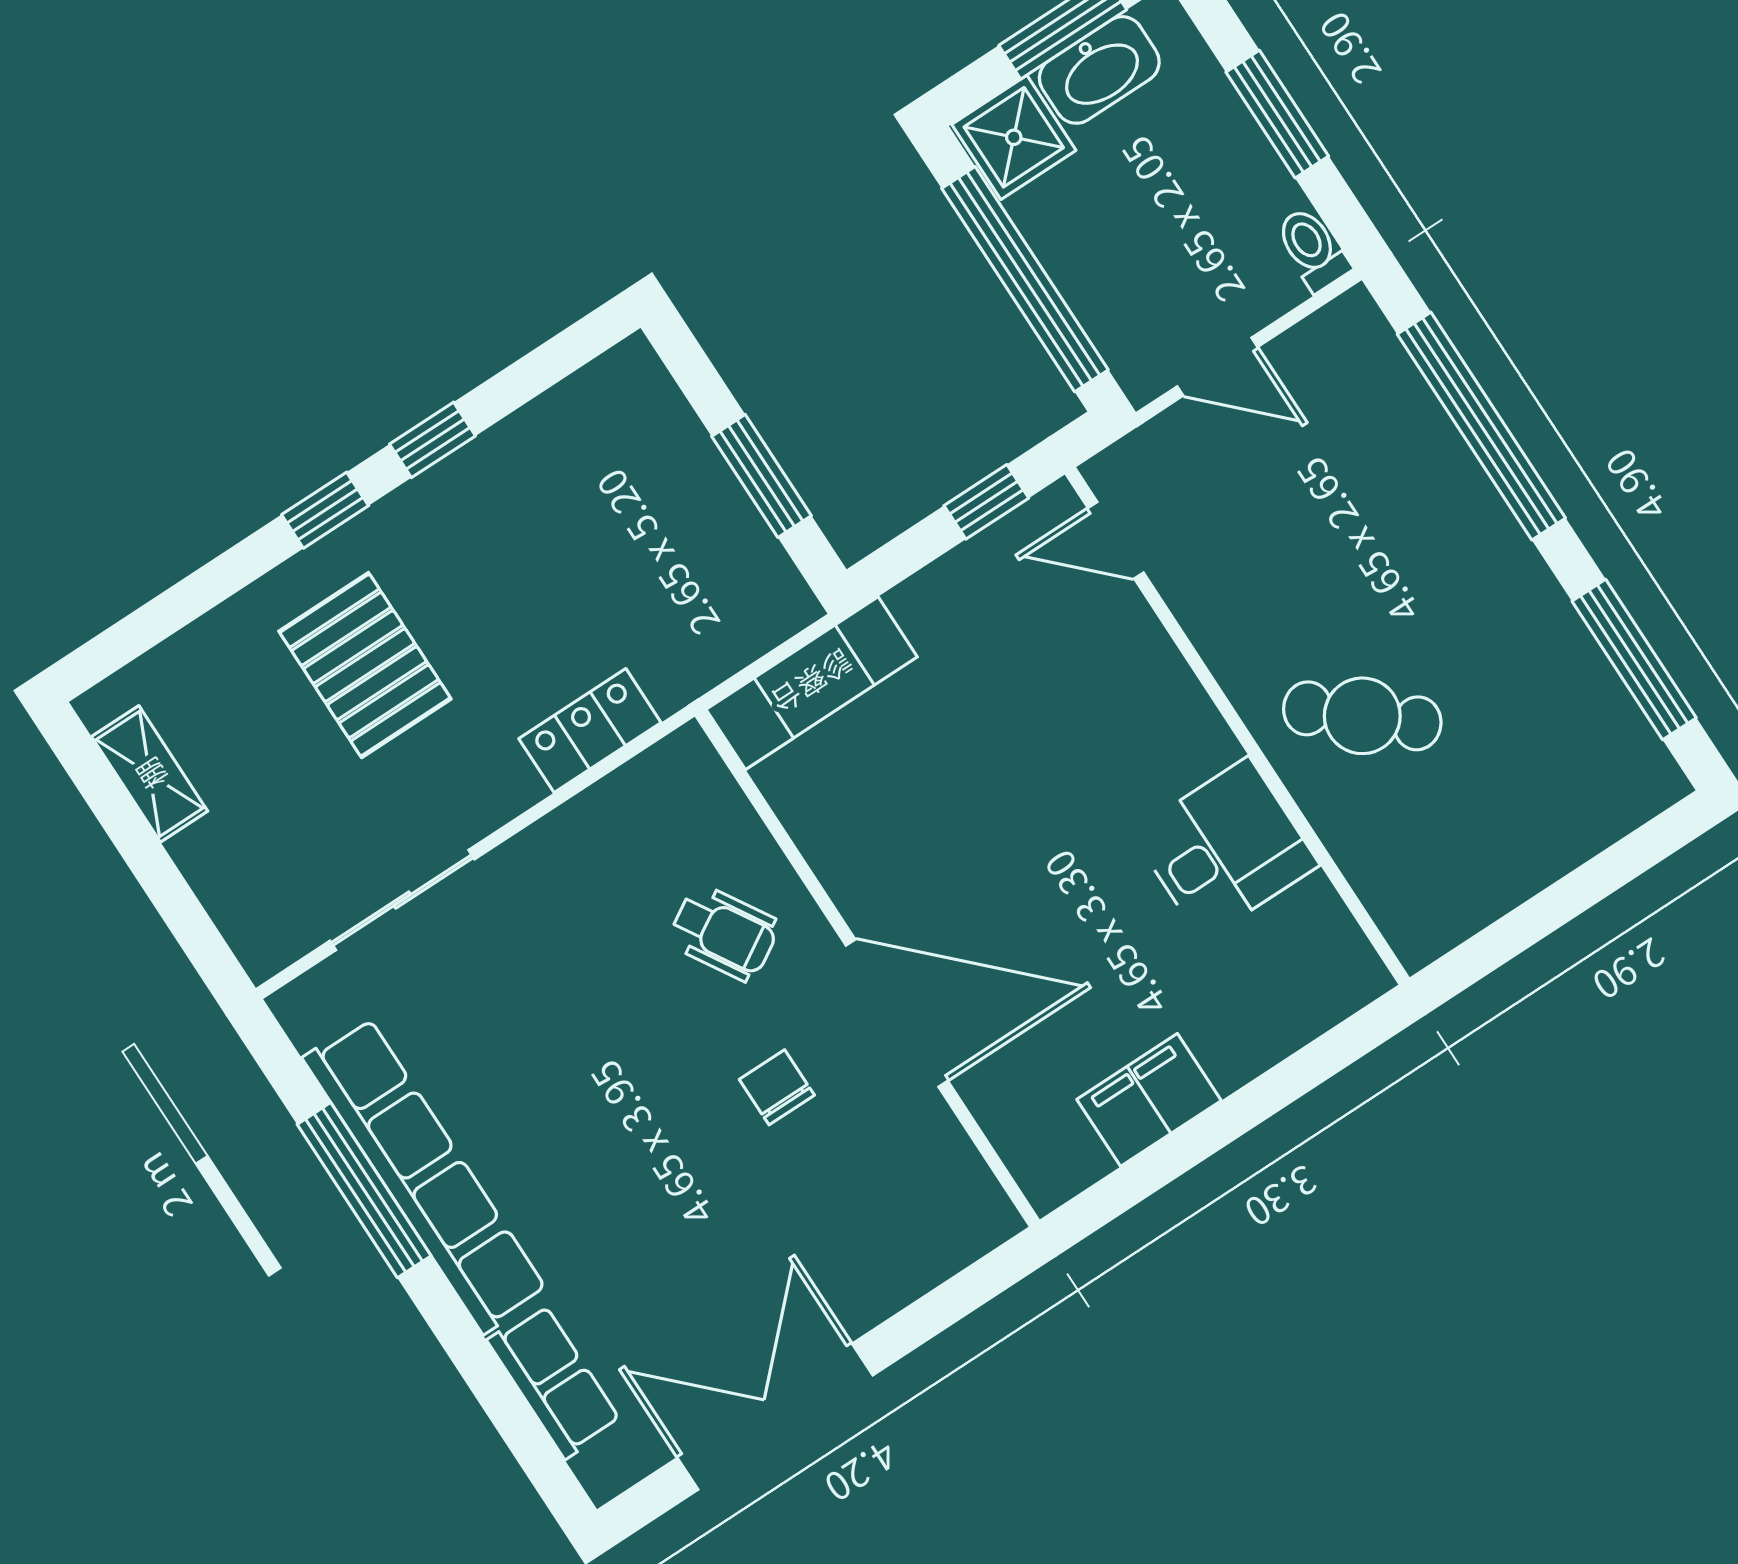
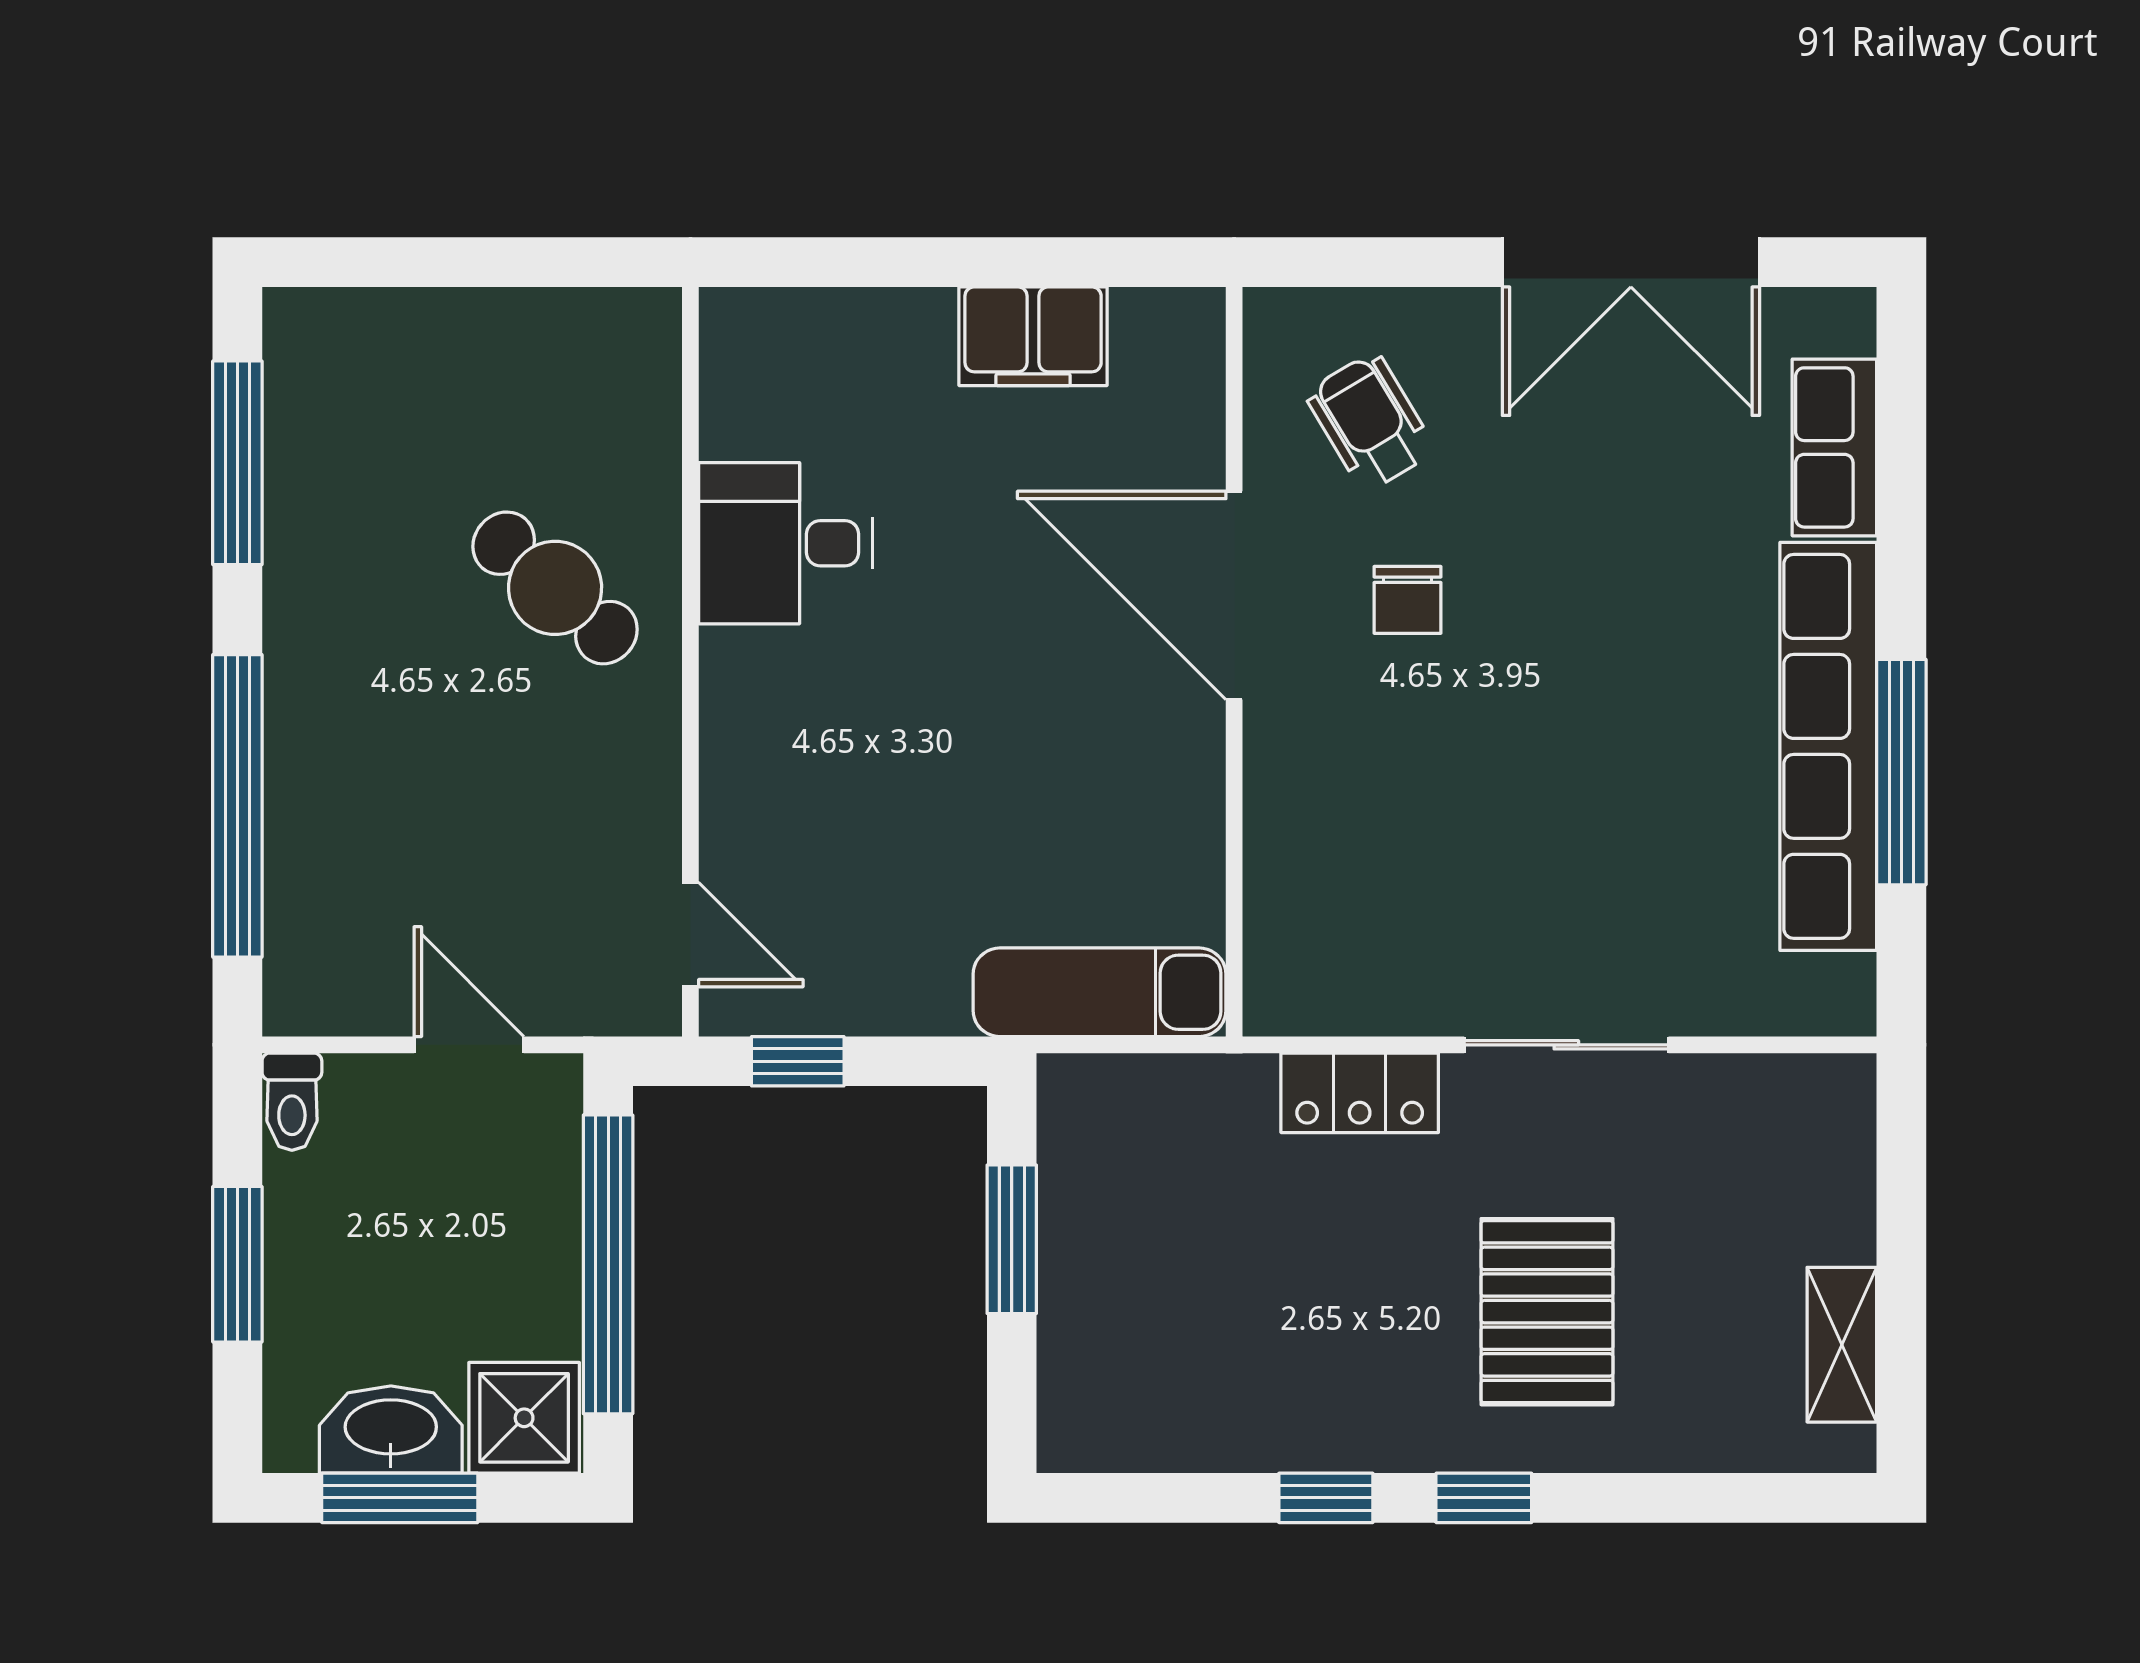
sliding door: (402, 900) -> (1566, 1045), moved
wheelchair: (724, 933) -> (1370, 422), moved

